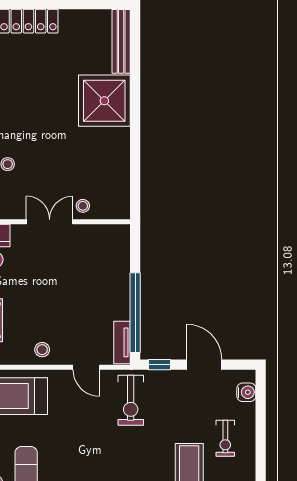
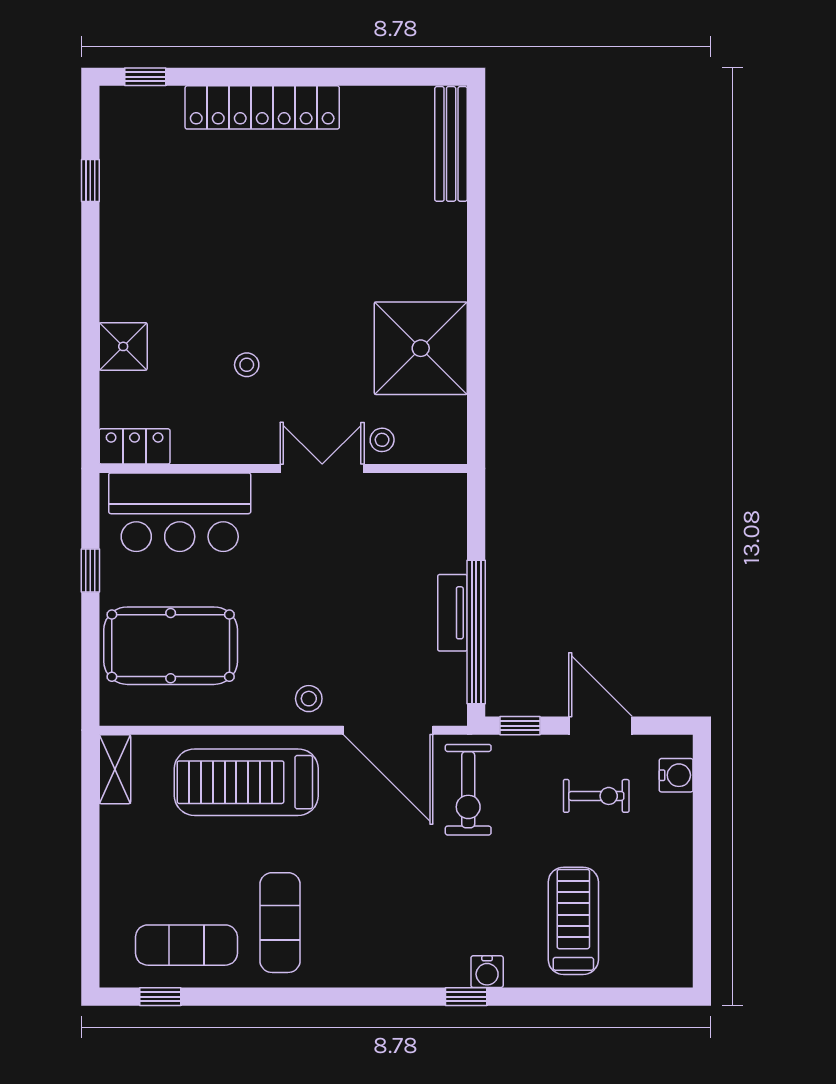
shower: (104, 101) -> (421, 348), moved
tv unit: (122, 342) -> (452, 613), moved
door: (86, 367) -> (388, 730), width x1.87
exercise bike: (225, 438) -> (596, 796), moved, turned -90

